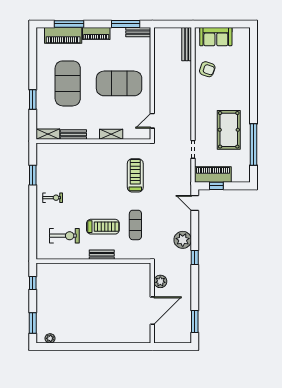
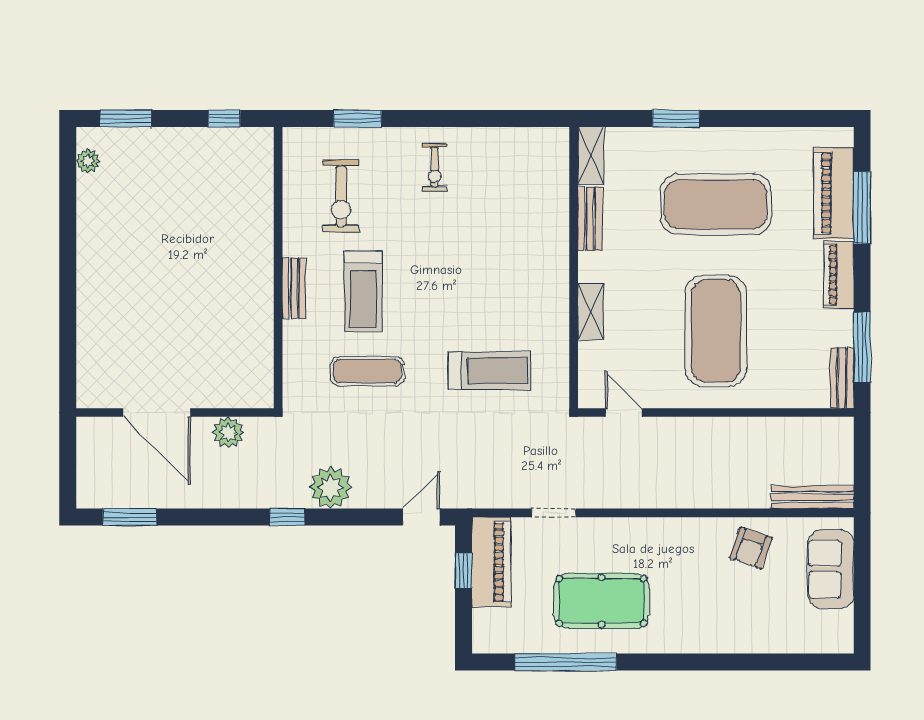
window: (33, 175) -> (358, 119), moved

